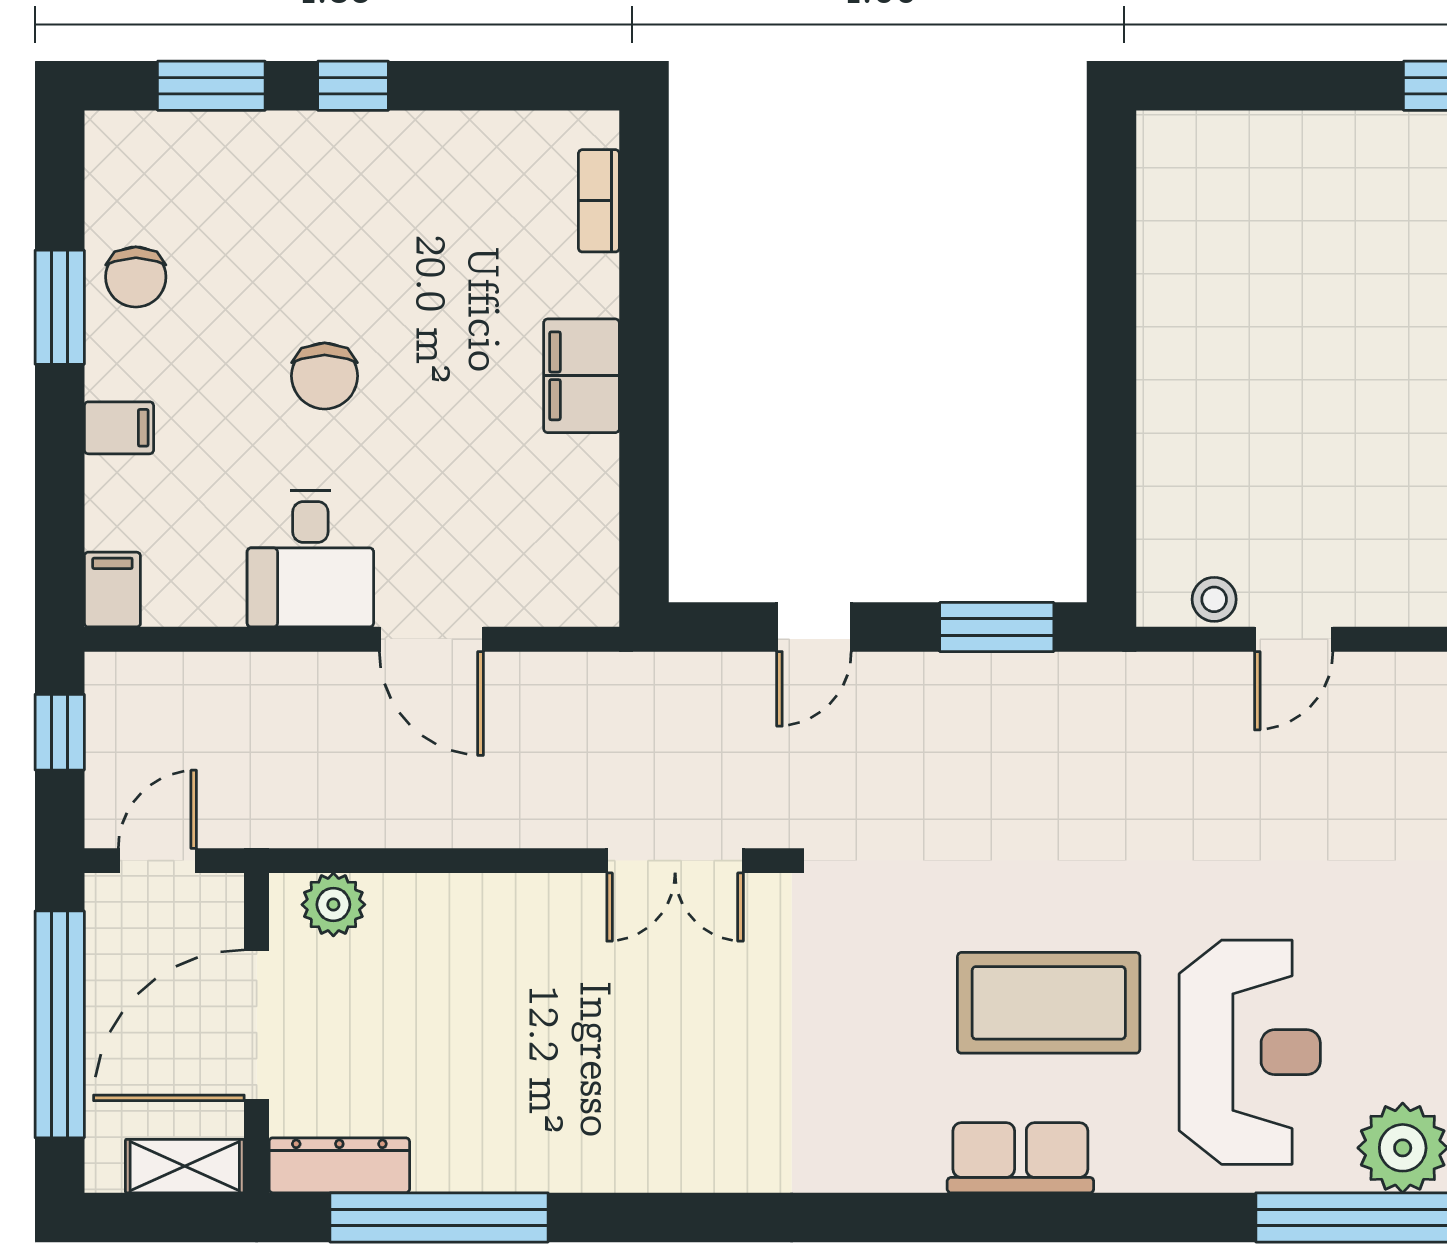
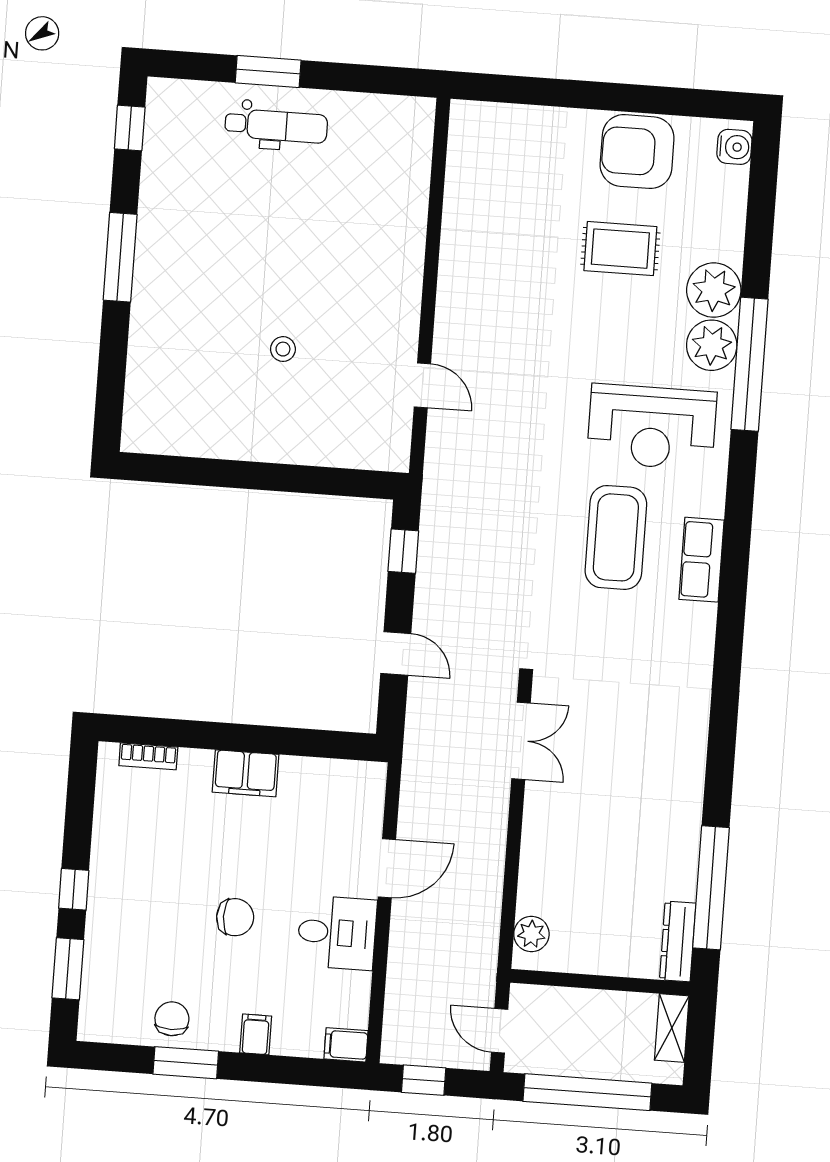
chair: (136, 277) -> (172, 1019), turned -90
stool: (1214, 599) -> (283, 349), moved
window: (997, 627) -> (403, 551), width x0.67
door: (257, 1025) -> (596, 982), removed
reception desk: (1250, 1052) -> (652, 427), turned 180

